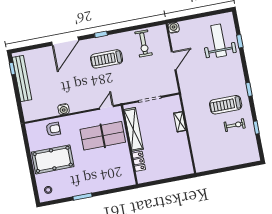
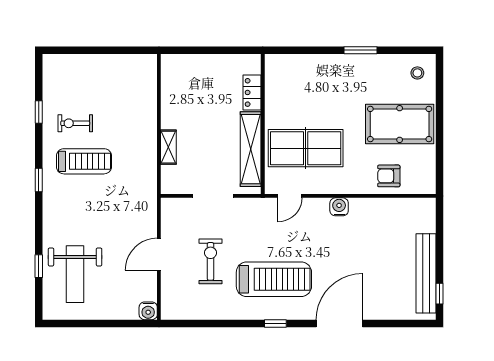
exercise bike: (144, 43) -> (210, 261), moved
treadmill: (107, 59) -> (274, 279), width x1.37, depth x1.38
water cooler: (64, 109) -> (339, 207), moved

